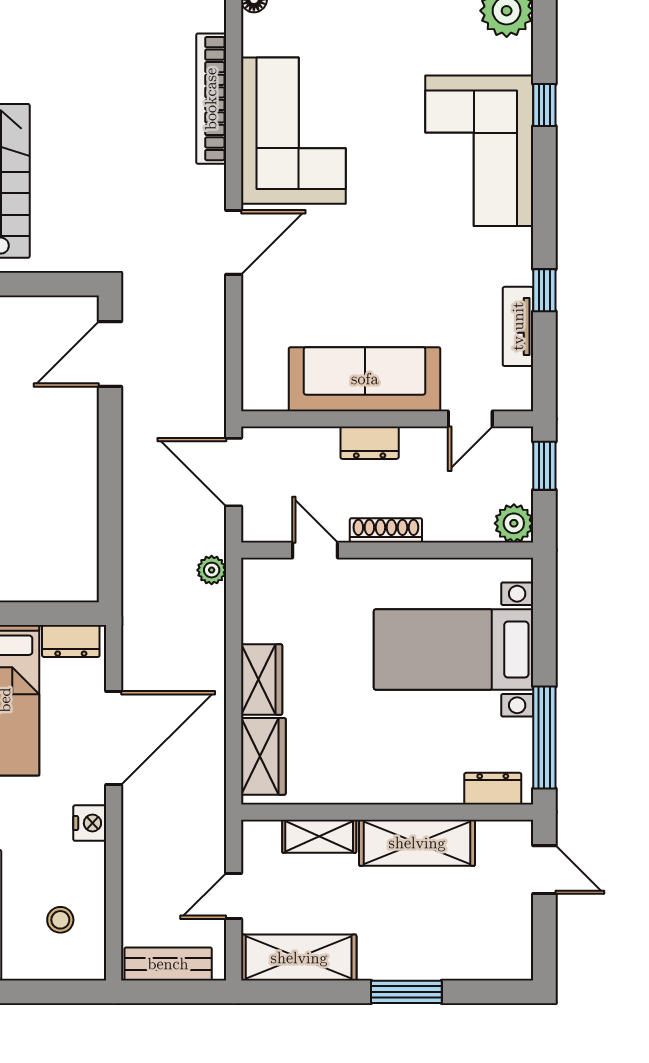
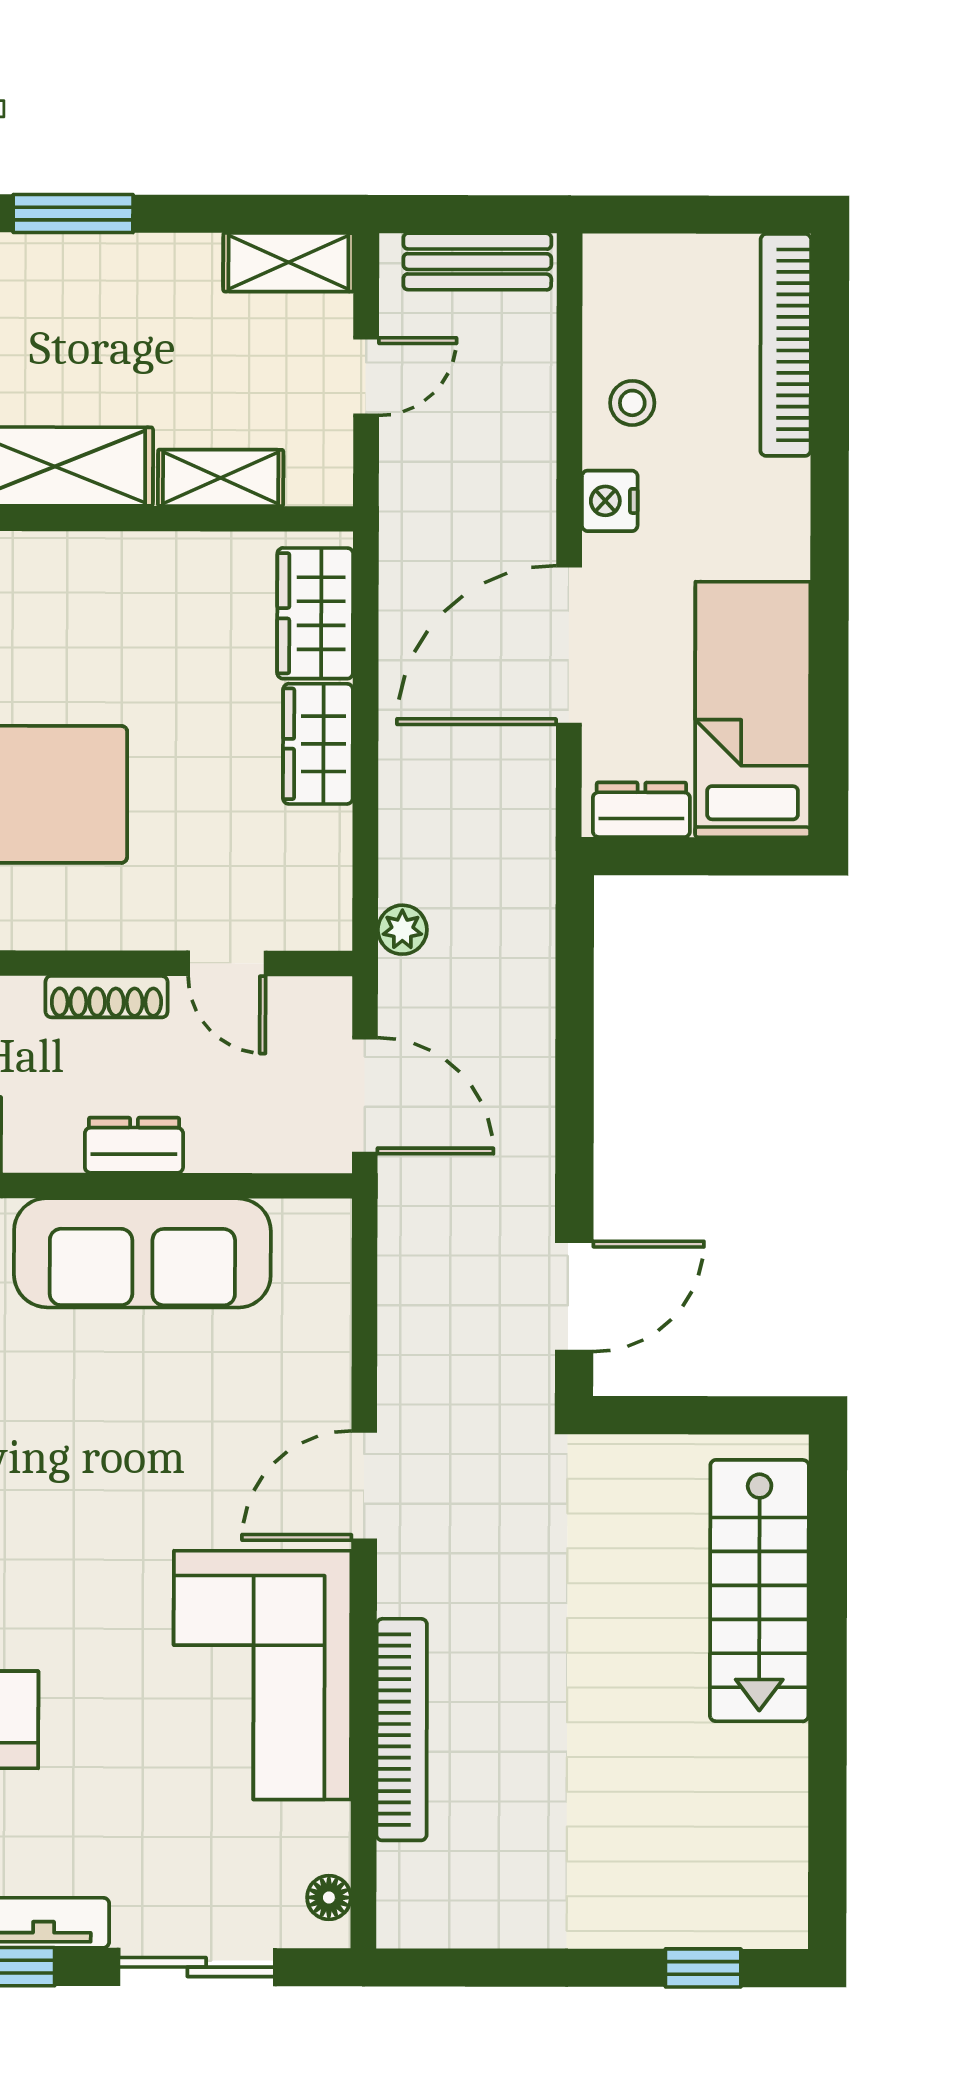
stool: (60, 920) -> (632, 403), moved
shelving: (299, 958) -> (288, 262), width x0.67, depth x0.75

